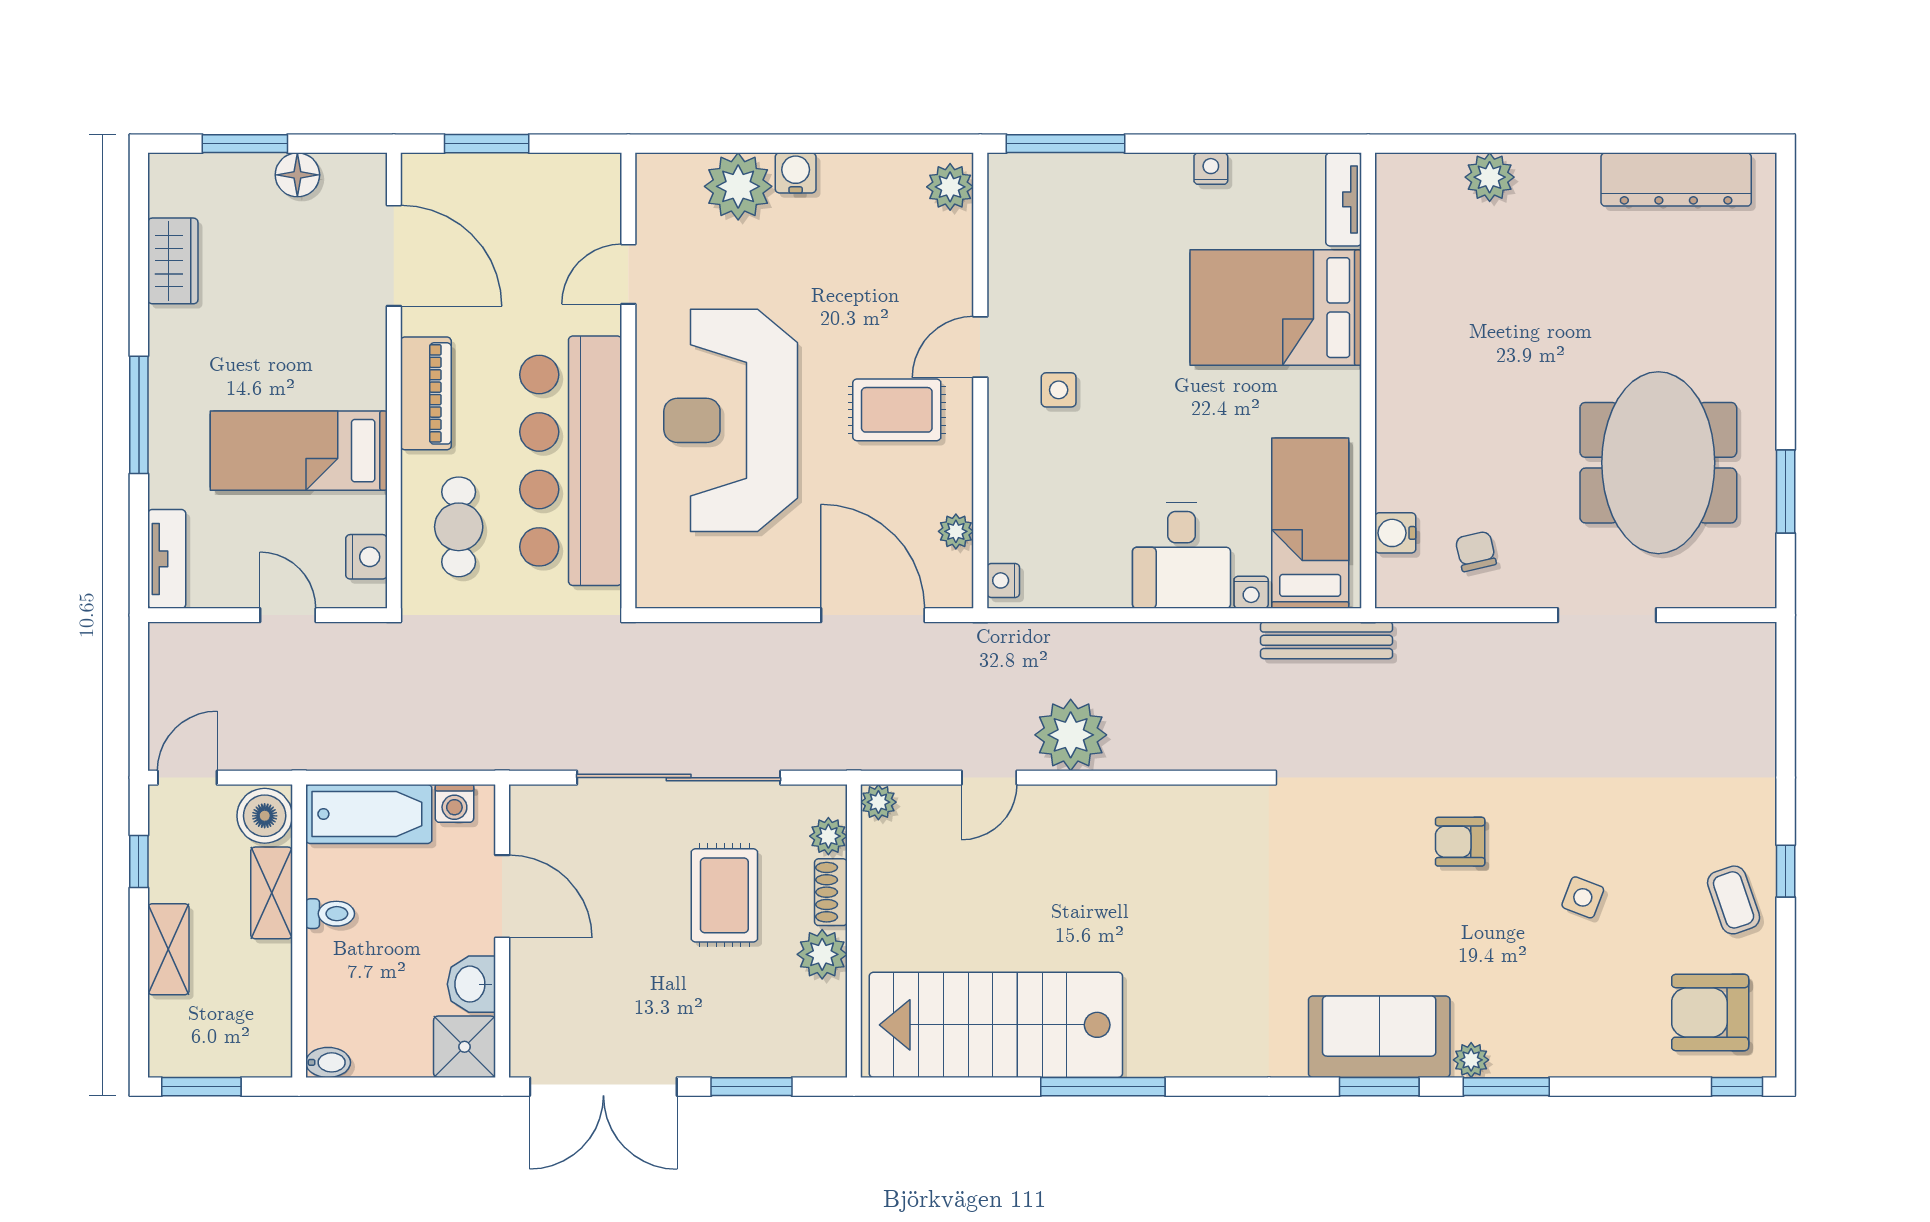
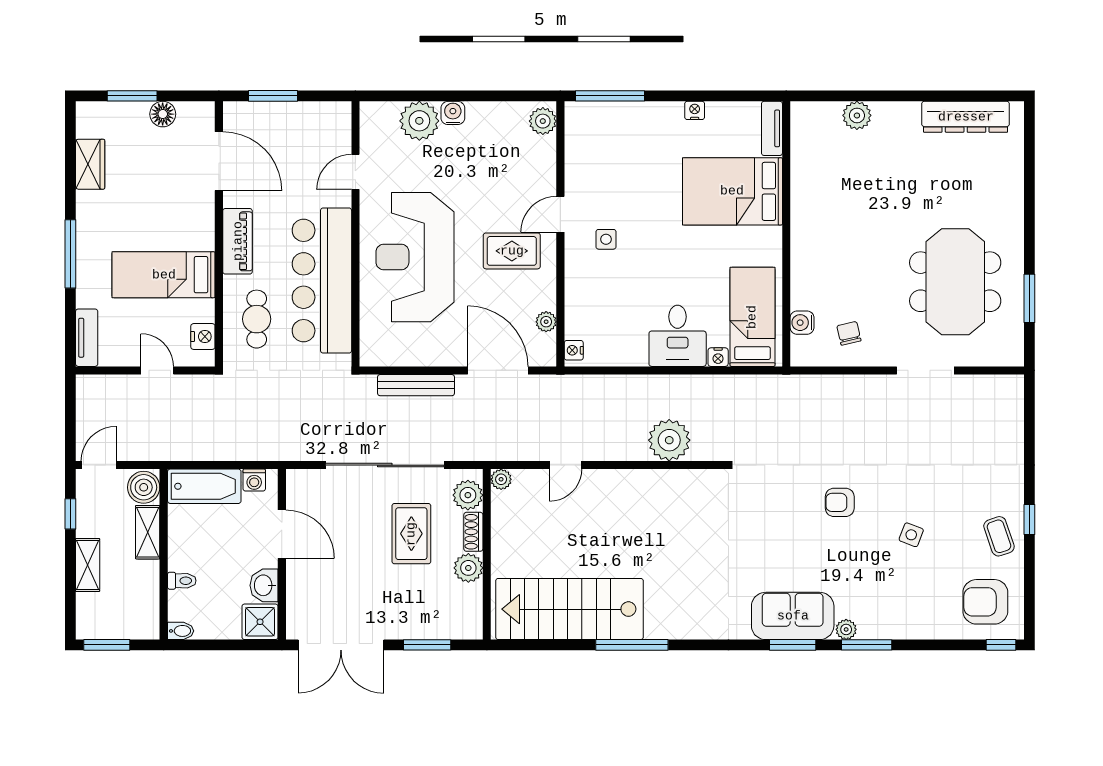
bench: (1327, 640) -> (416, 385), moved
plant: (1071, 735) -> (669, 440), moved
plant: (828, 836) -> (468, 495), width x1.38, depth x1.38
toilet: (330, 914) -> (182, 581), moved

